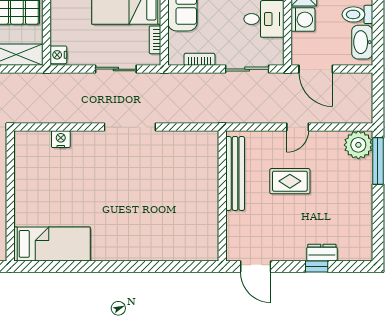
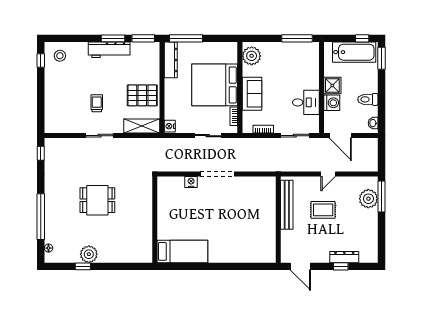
washbasin: (362, 42) -> (373, 123), width x0.52, depth x0.69
nightstand: (61, 139) -> (191, 182), moved
plant: (358, 145) -> (368, 199), moved
wall: (10, 196) -> (155, 220), moved
bed: (52, 244) -> (182, 251), moved
dresser: (322, 253) -> (344, 257), width x1.44

